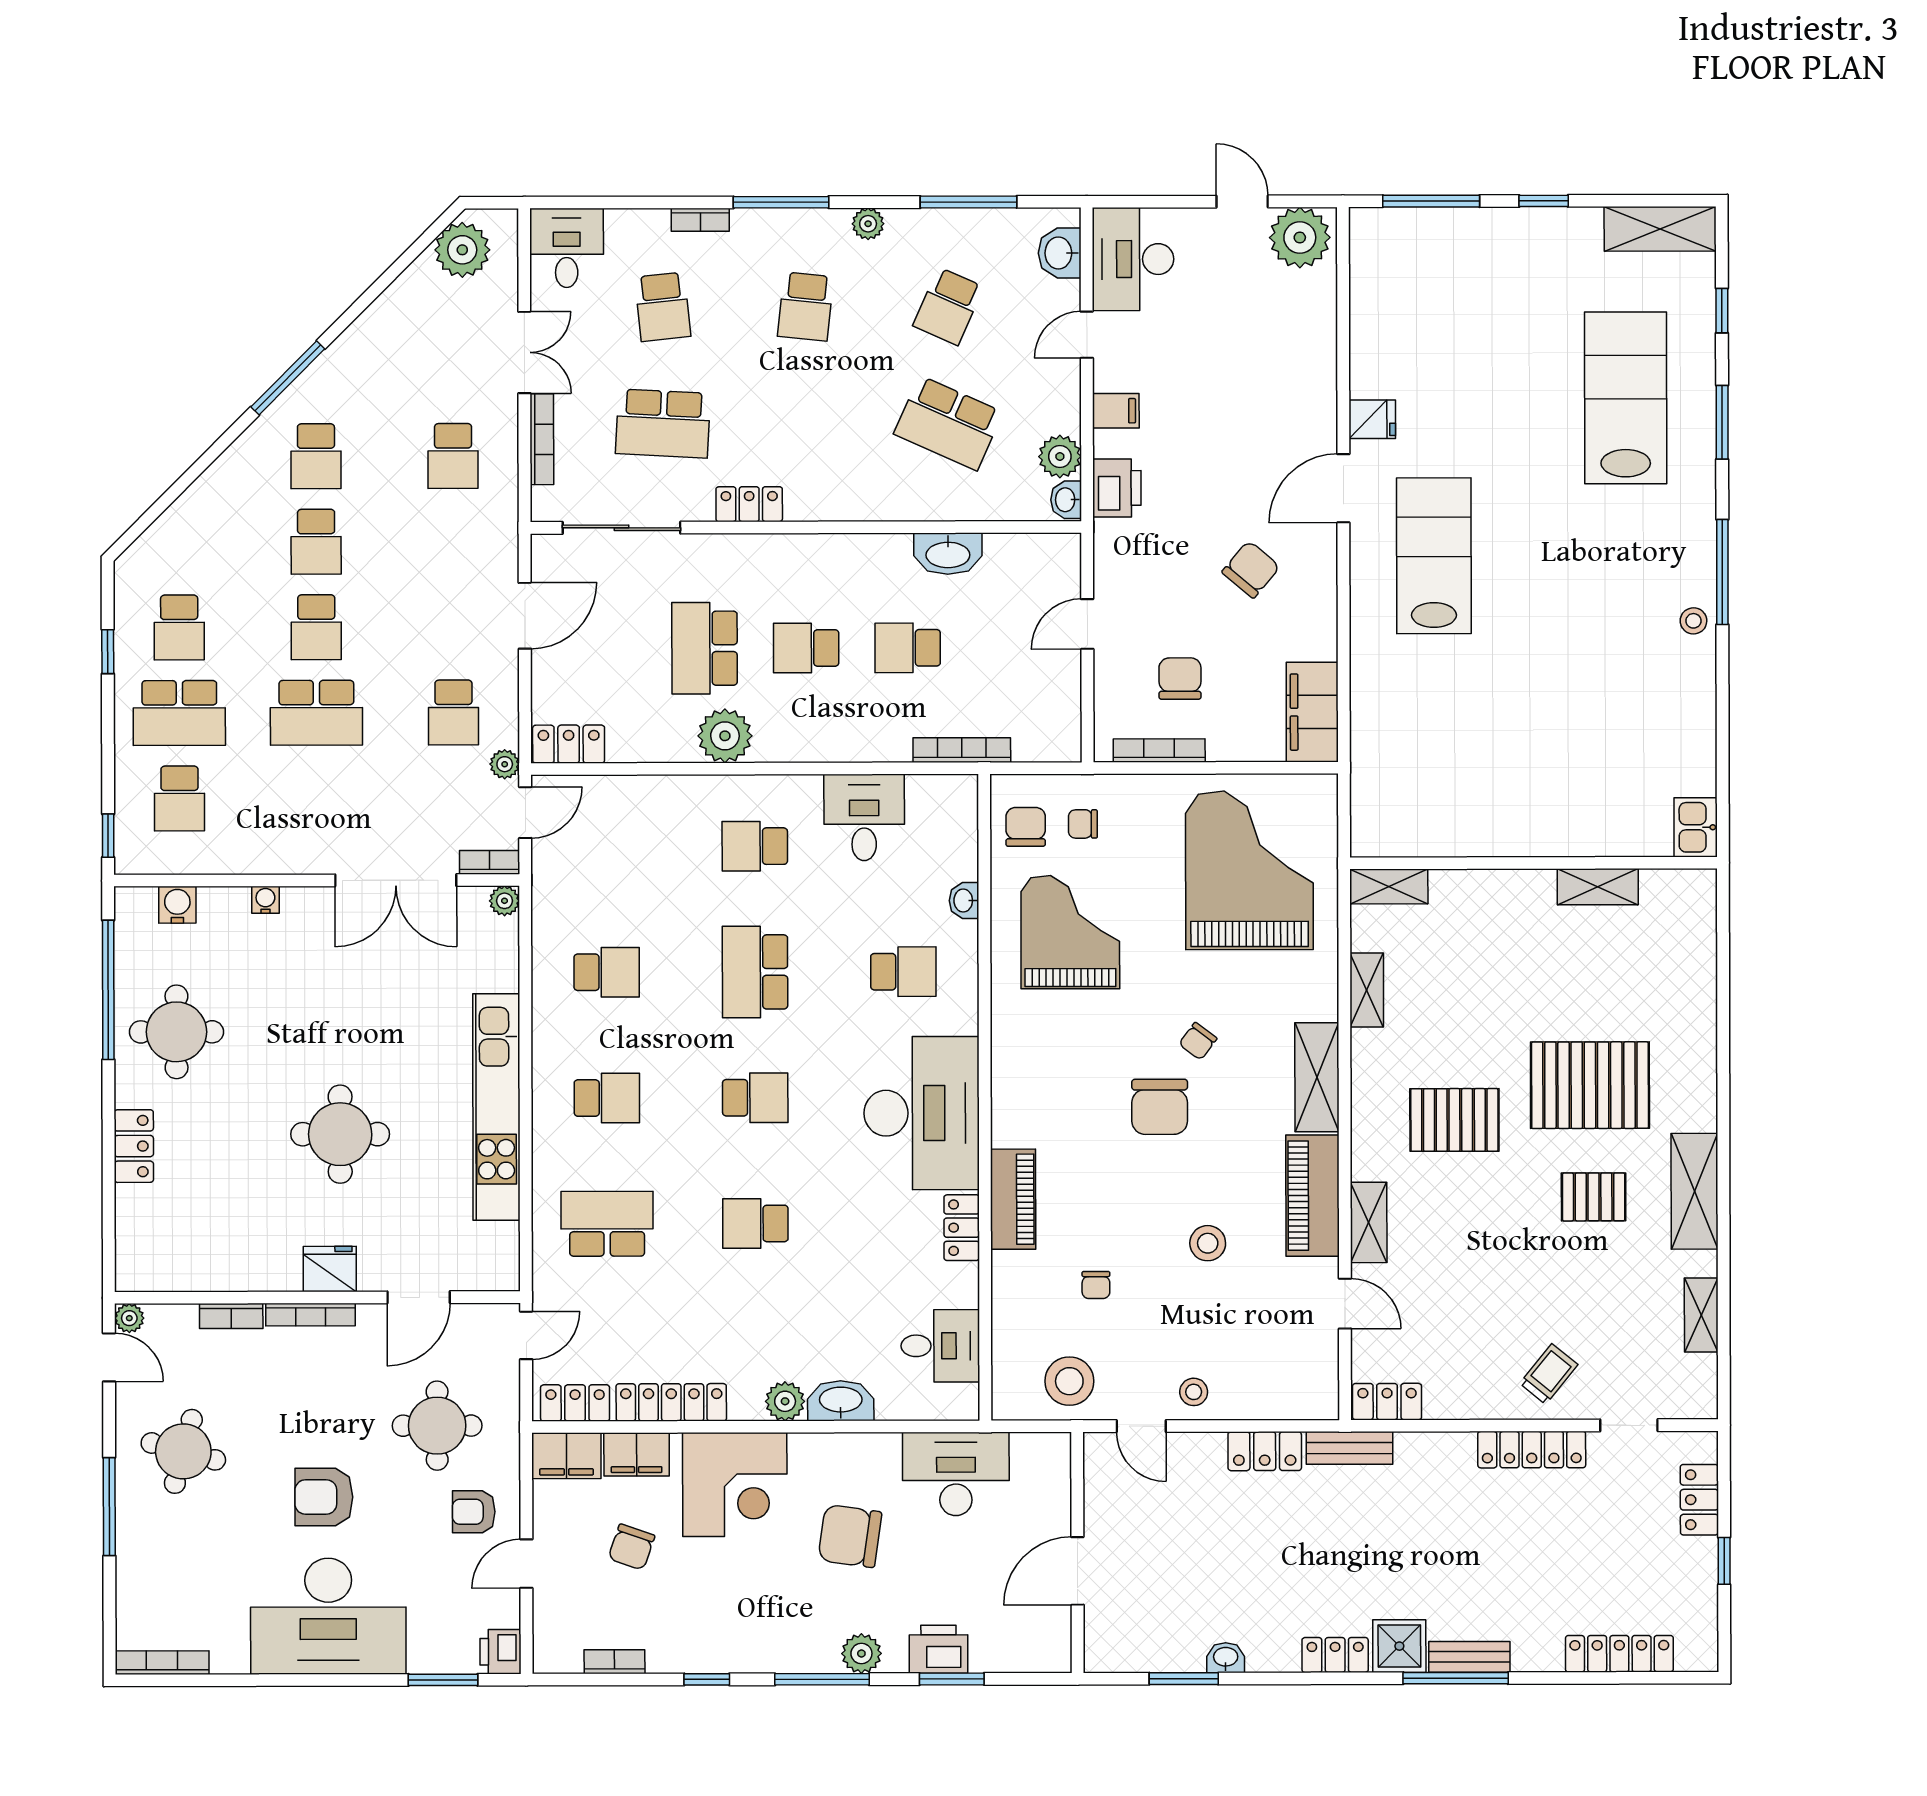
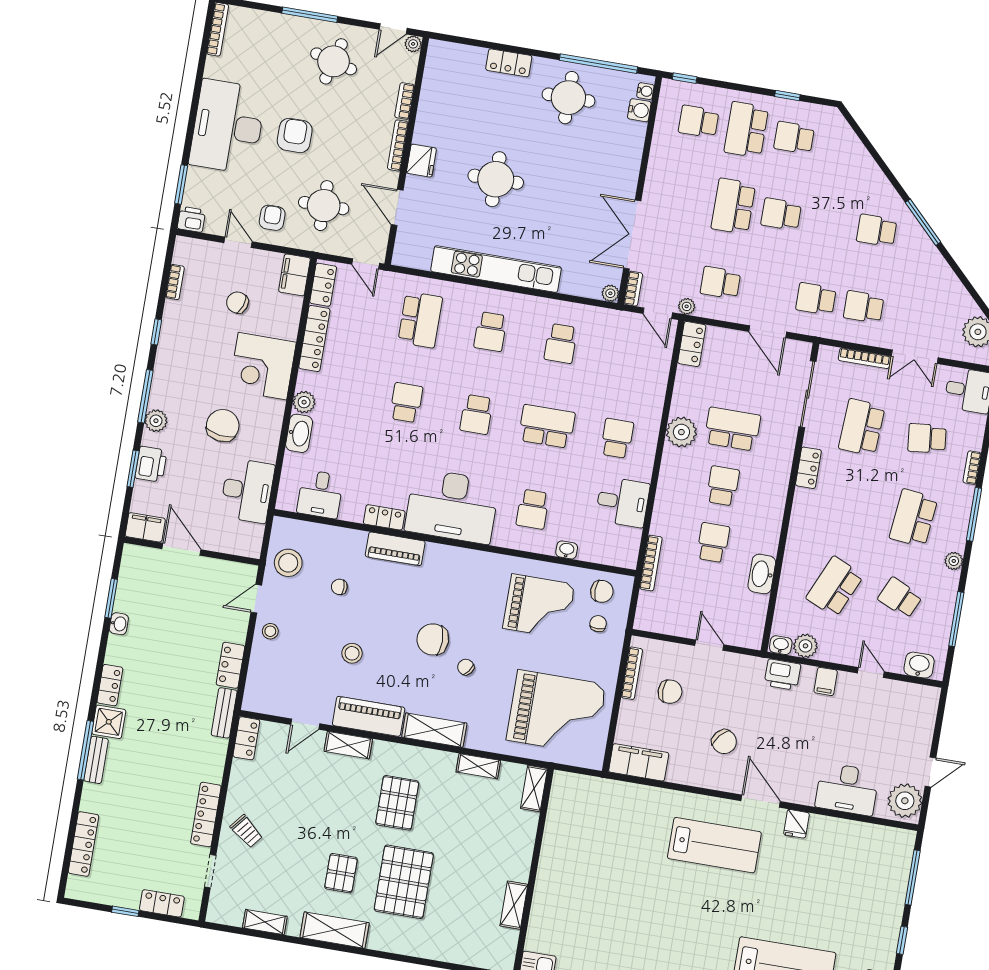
desk: (1133, 259) -> (847, 789), moved, turned 180
school desk: (805, 307) -> (913, 518), width x1.85
school desk: (316, 542) -> (816, 299), moved
water cooler: (265, 900) -> (645, 91), moved
filing cabinet: (637, 1454) -> (145, 527), moved, turned 90

